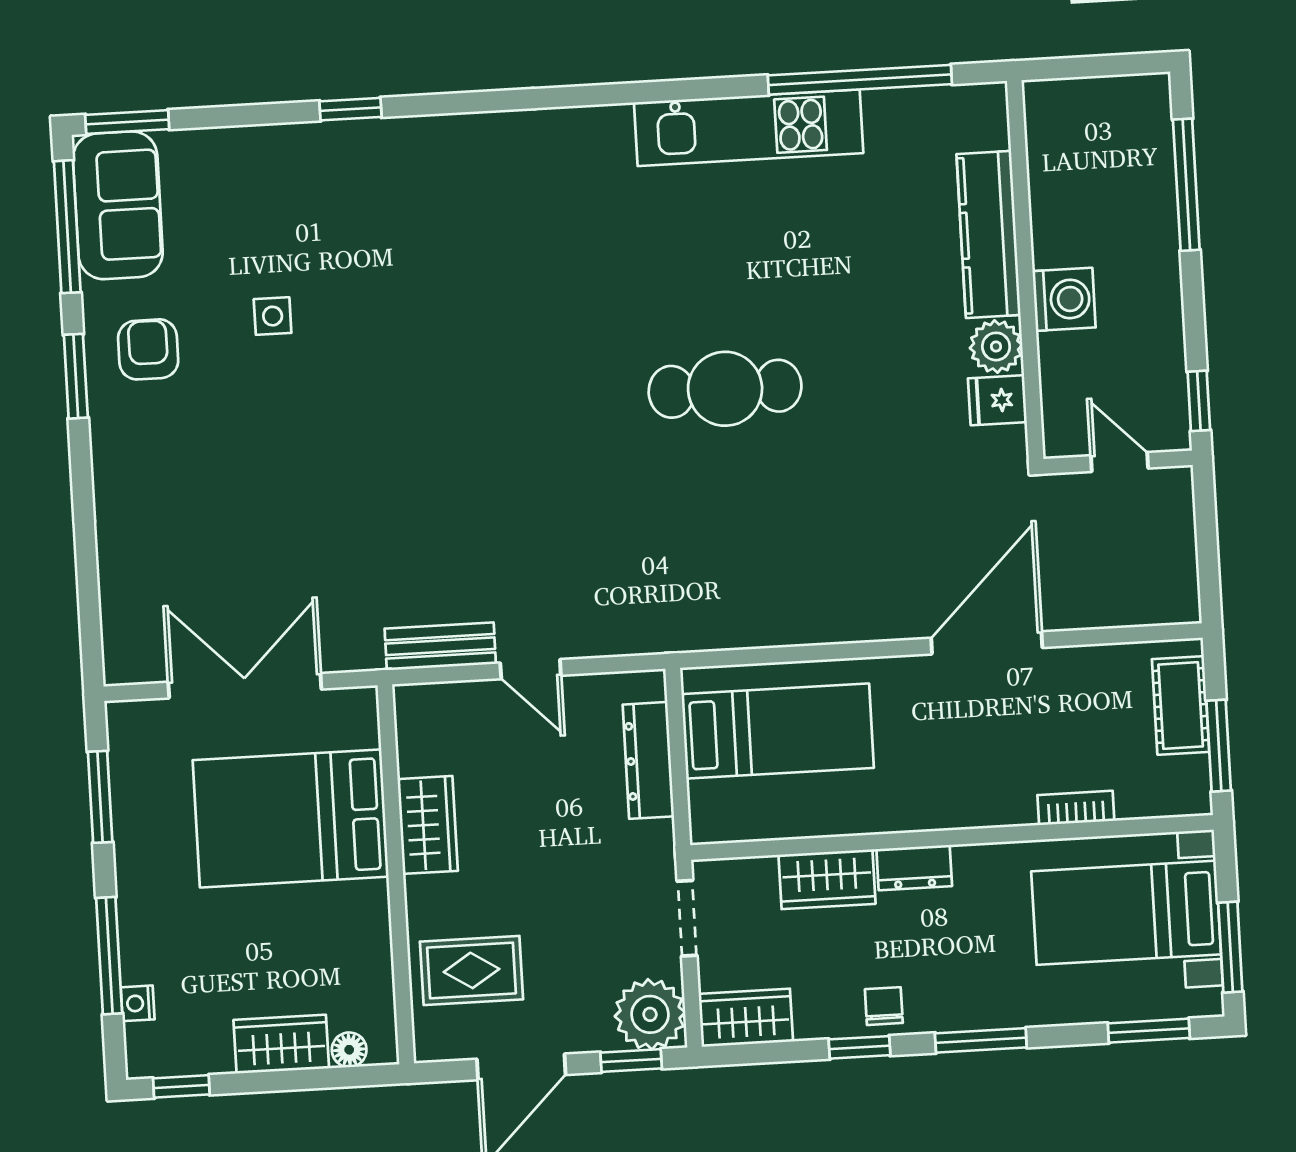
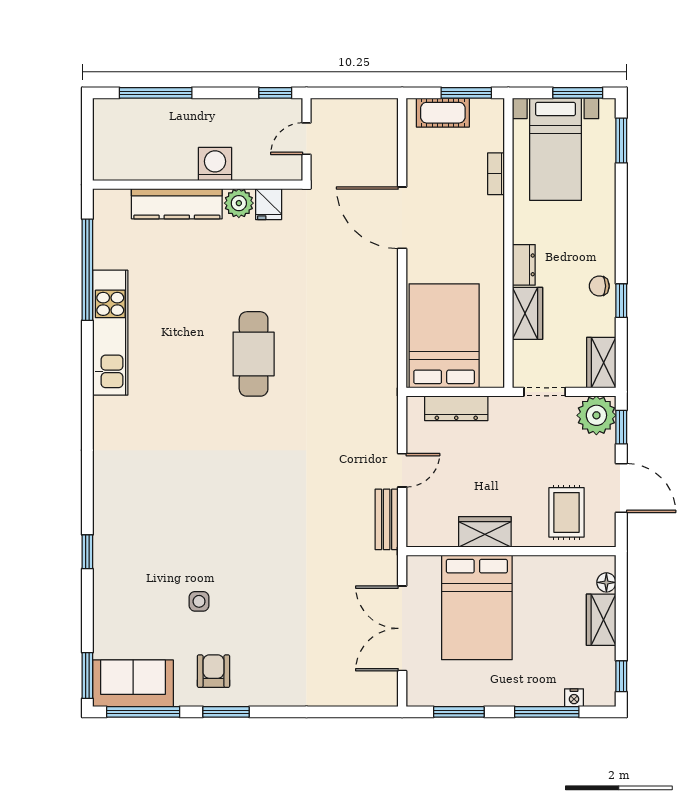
armchair: (148, 349) -> (214, 671), turned 90
bed: (778, 731) -> (444, 336), width x1.50
window: (981, 1040) -> (621, 234), removed

